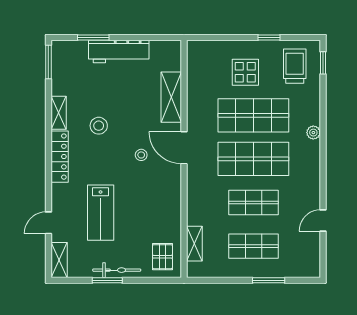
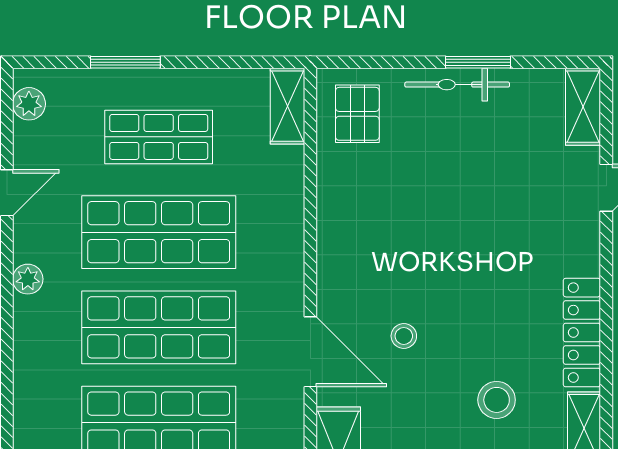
plant: (313, 133) -> (28, 279), moved
shop shelf: (253, 203) -> (159, 232), width x1.43, depth x1.36
lab bench: (101, 213) -> (493, 210), removed
shelving: (194, 244) -> (288, 106), moved
plant: (313, 261) -> (29, 104), added

